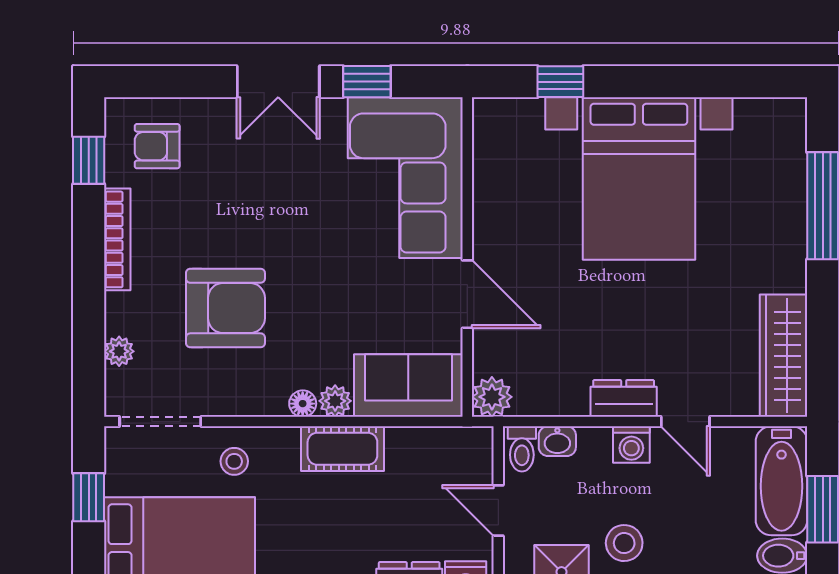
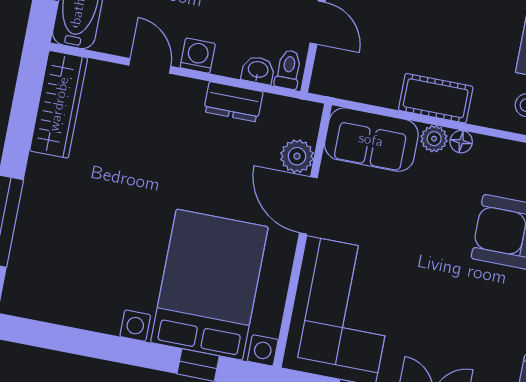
bed with nightstands: (639, 179) -> (209, 285), moved
plant: (492, 397) -> (297, 156), moved
dresser: (624, 398) -> (233, 102), moved

